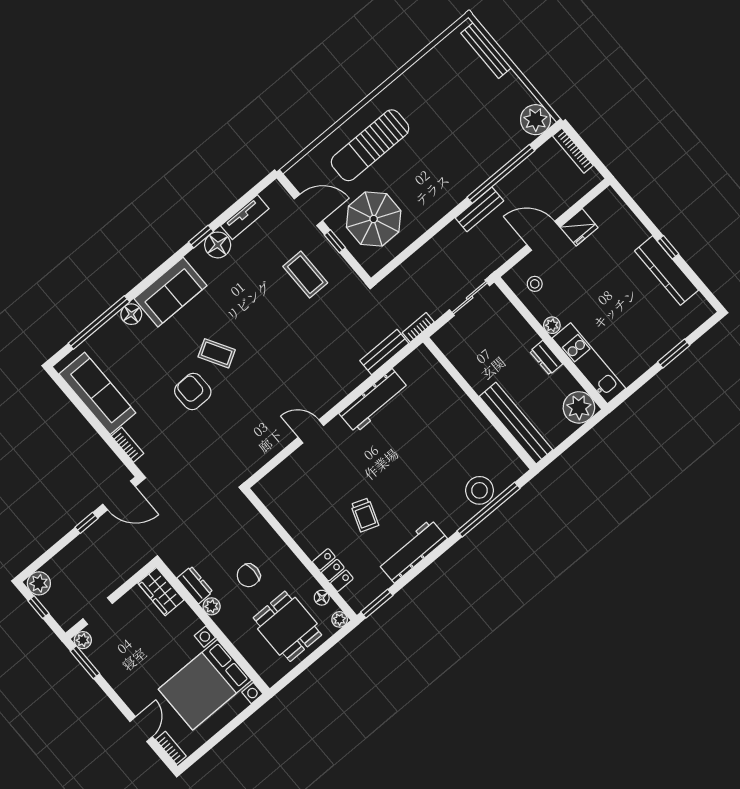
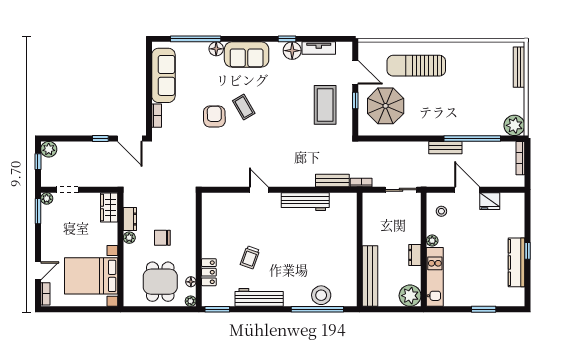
coffee table: (305, 275) -> (325, 105), width x1.36, depth x1.32

